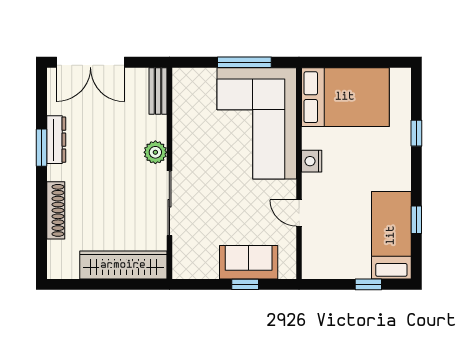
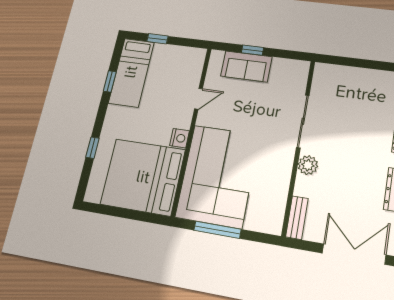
bed: (345, 97) -> (143, 177), width x1.36
door: (299, 213) -> (199, 99), hinge flipped
wardrobe: (123, 265) -> (350, 77), removed

